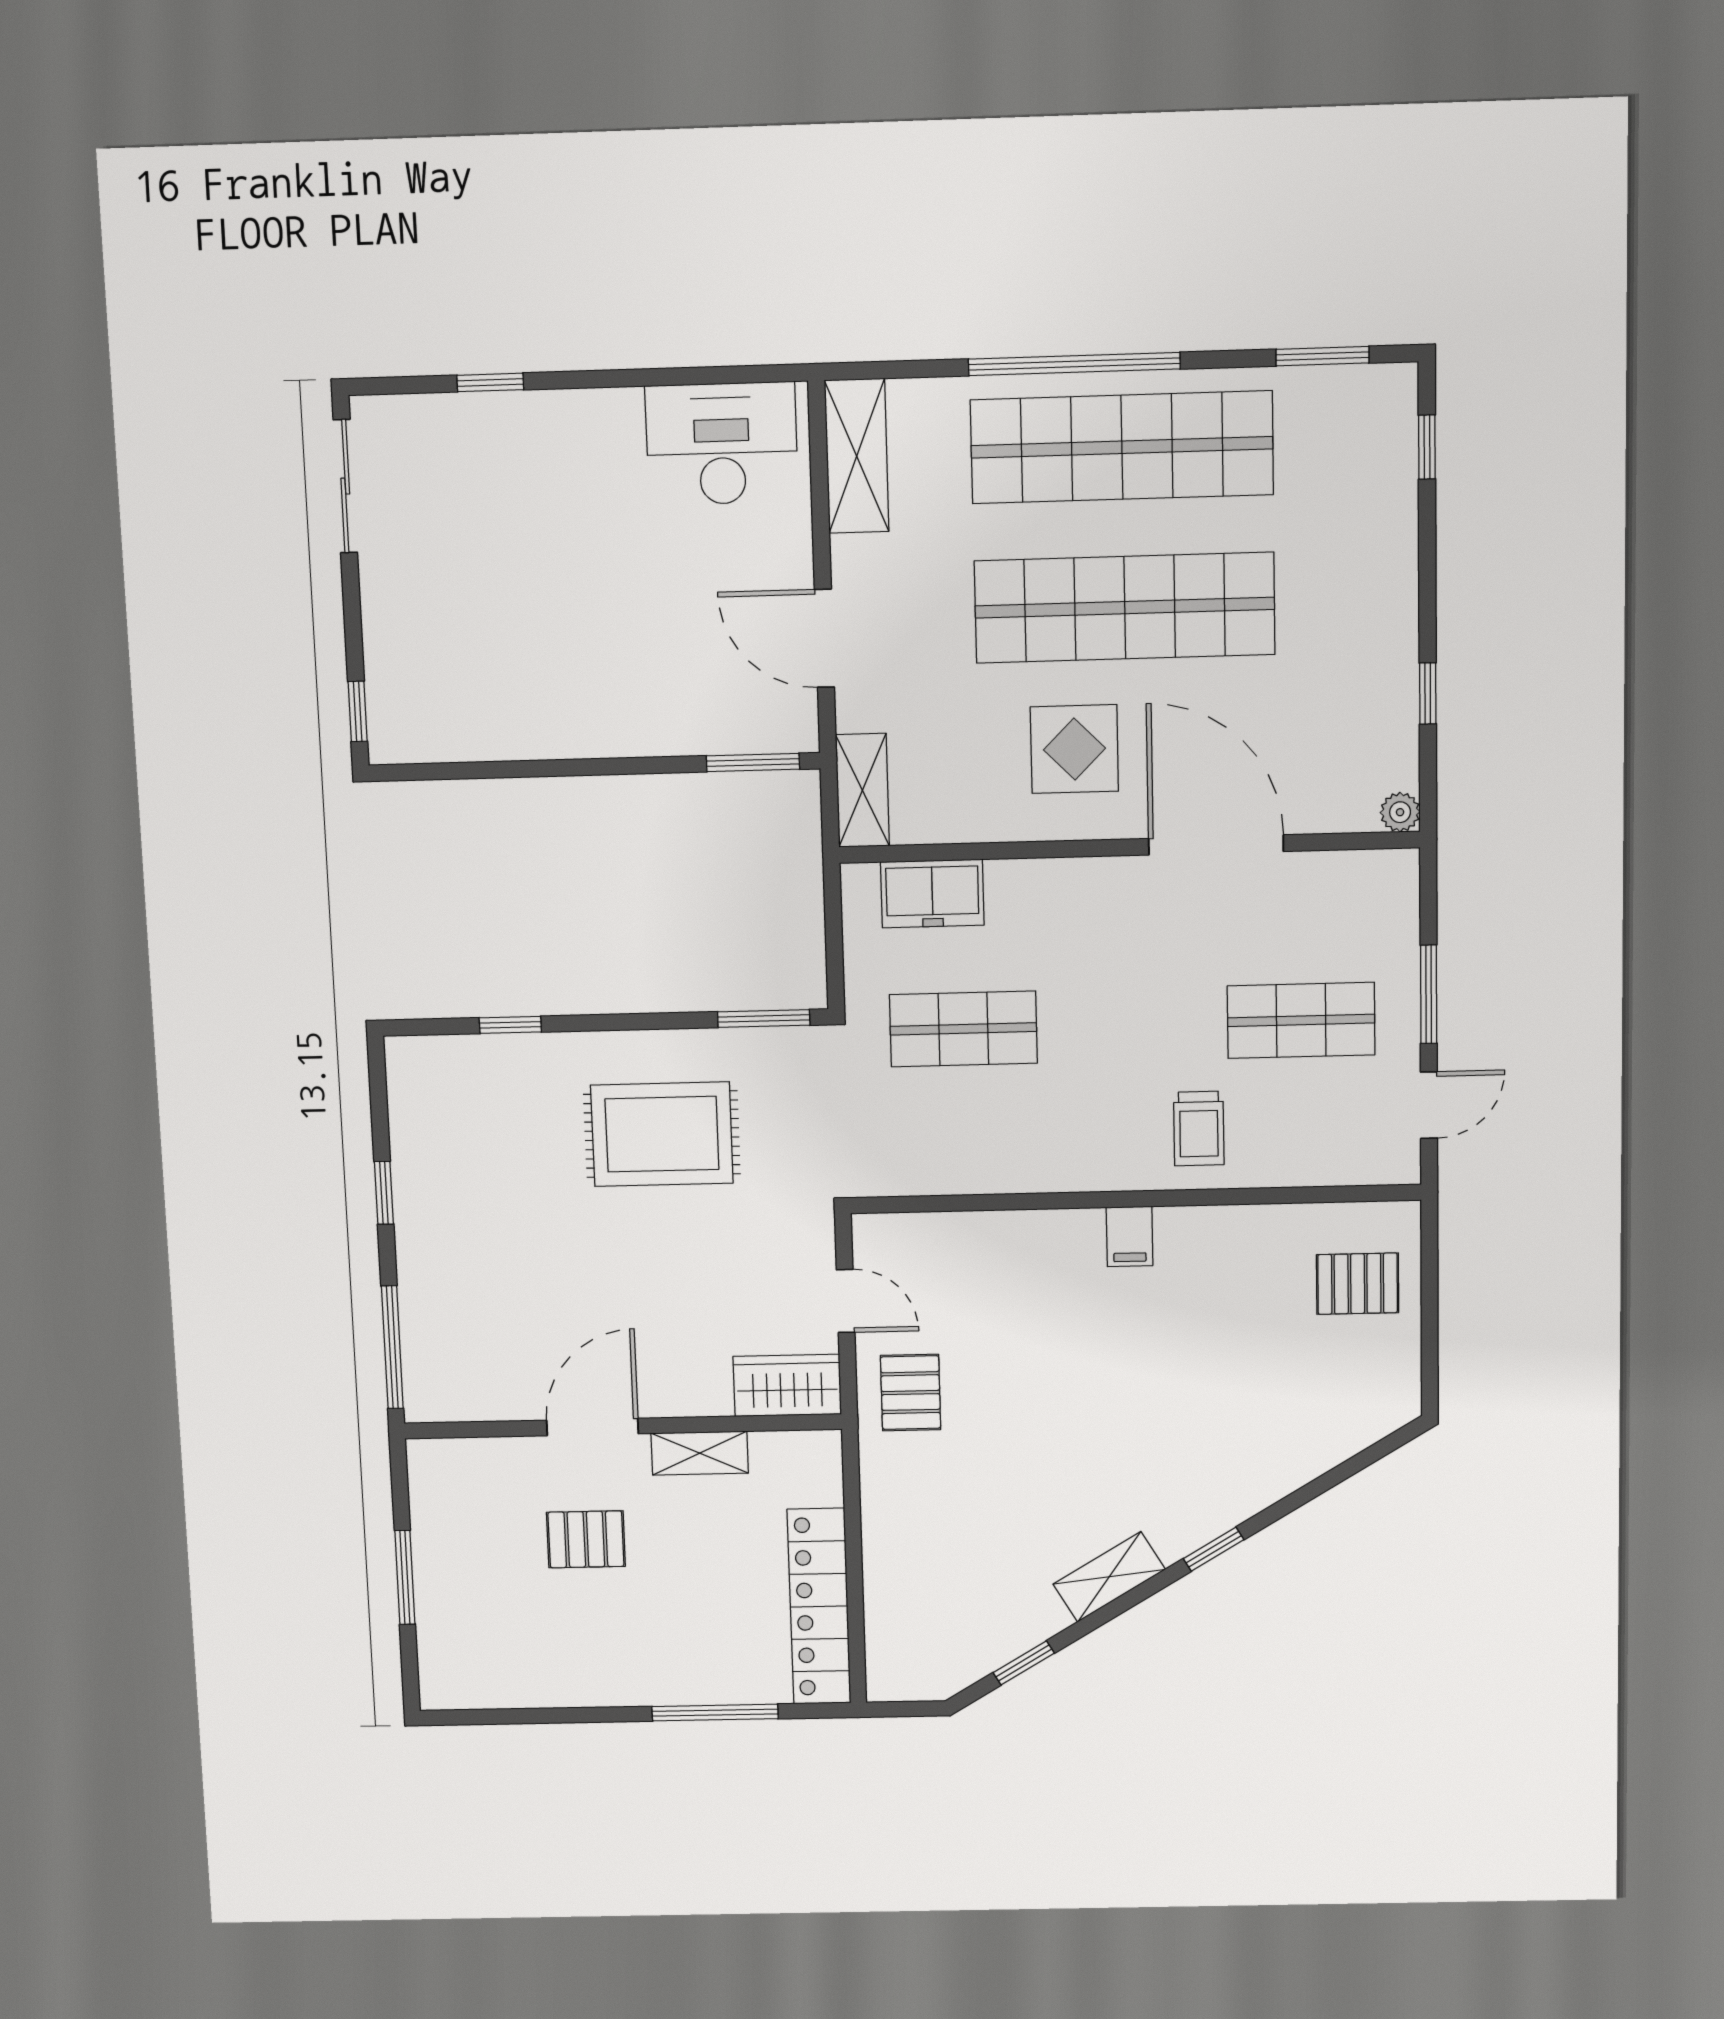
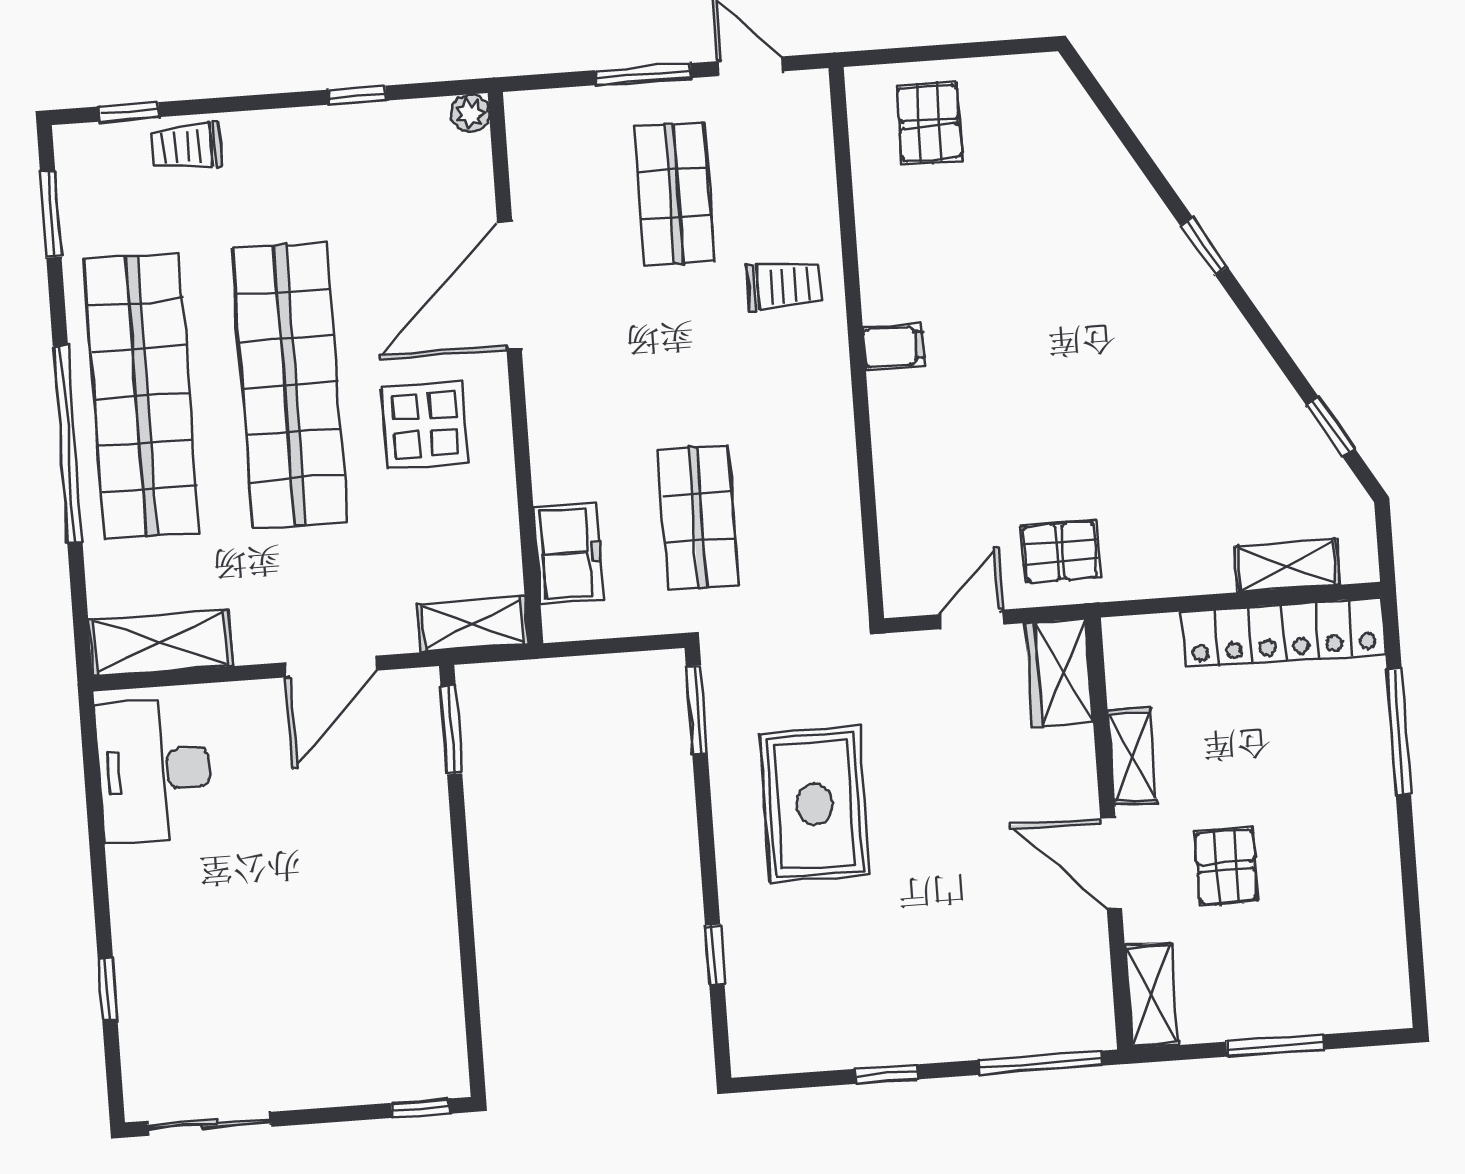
trolley: (1386, 507) -> (186, 146), added
shelving: (458, 1460) -> (1152, 995), added
shelving: (1109, 1577) -> (1287, 566), moved, turned -59

